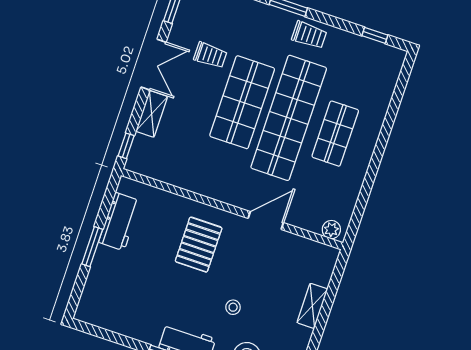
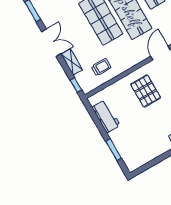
trolley: (210, 55) -> (101, 67), moved
window: (92, 247) -> (113, 150), moved

